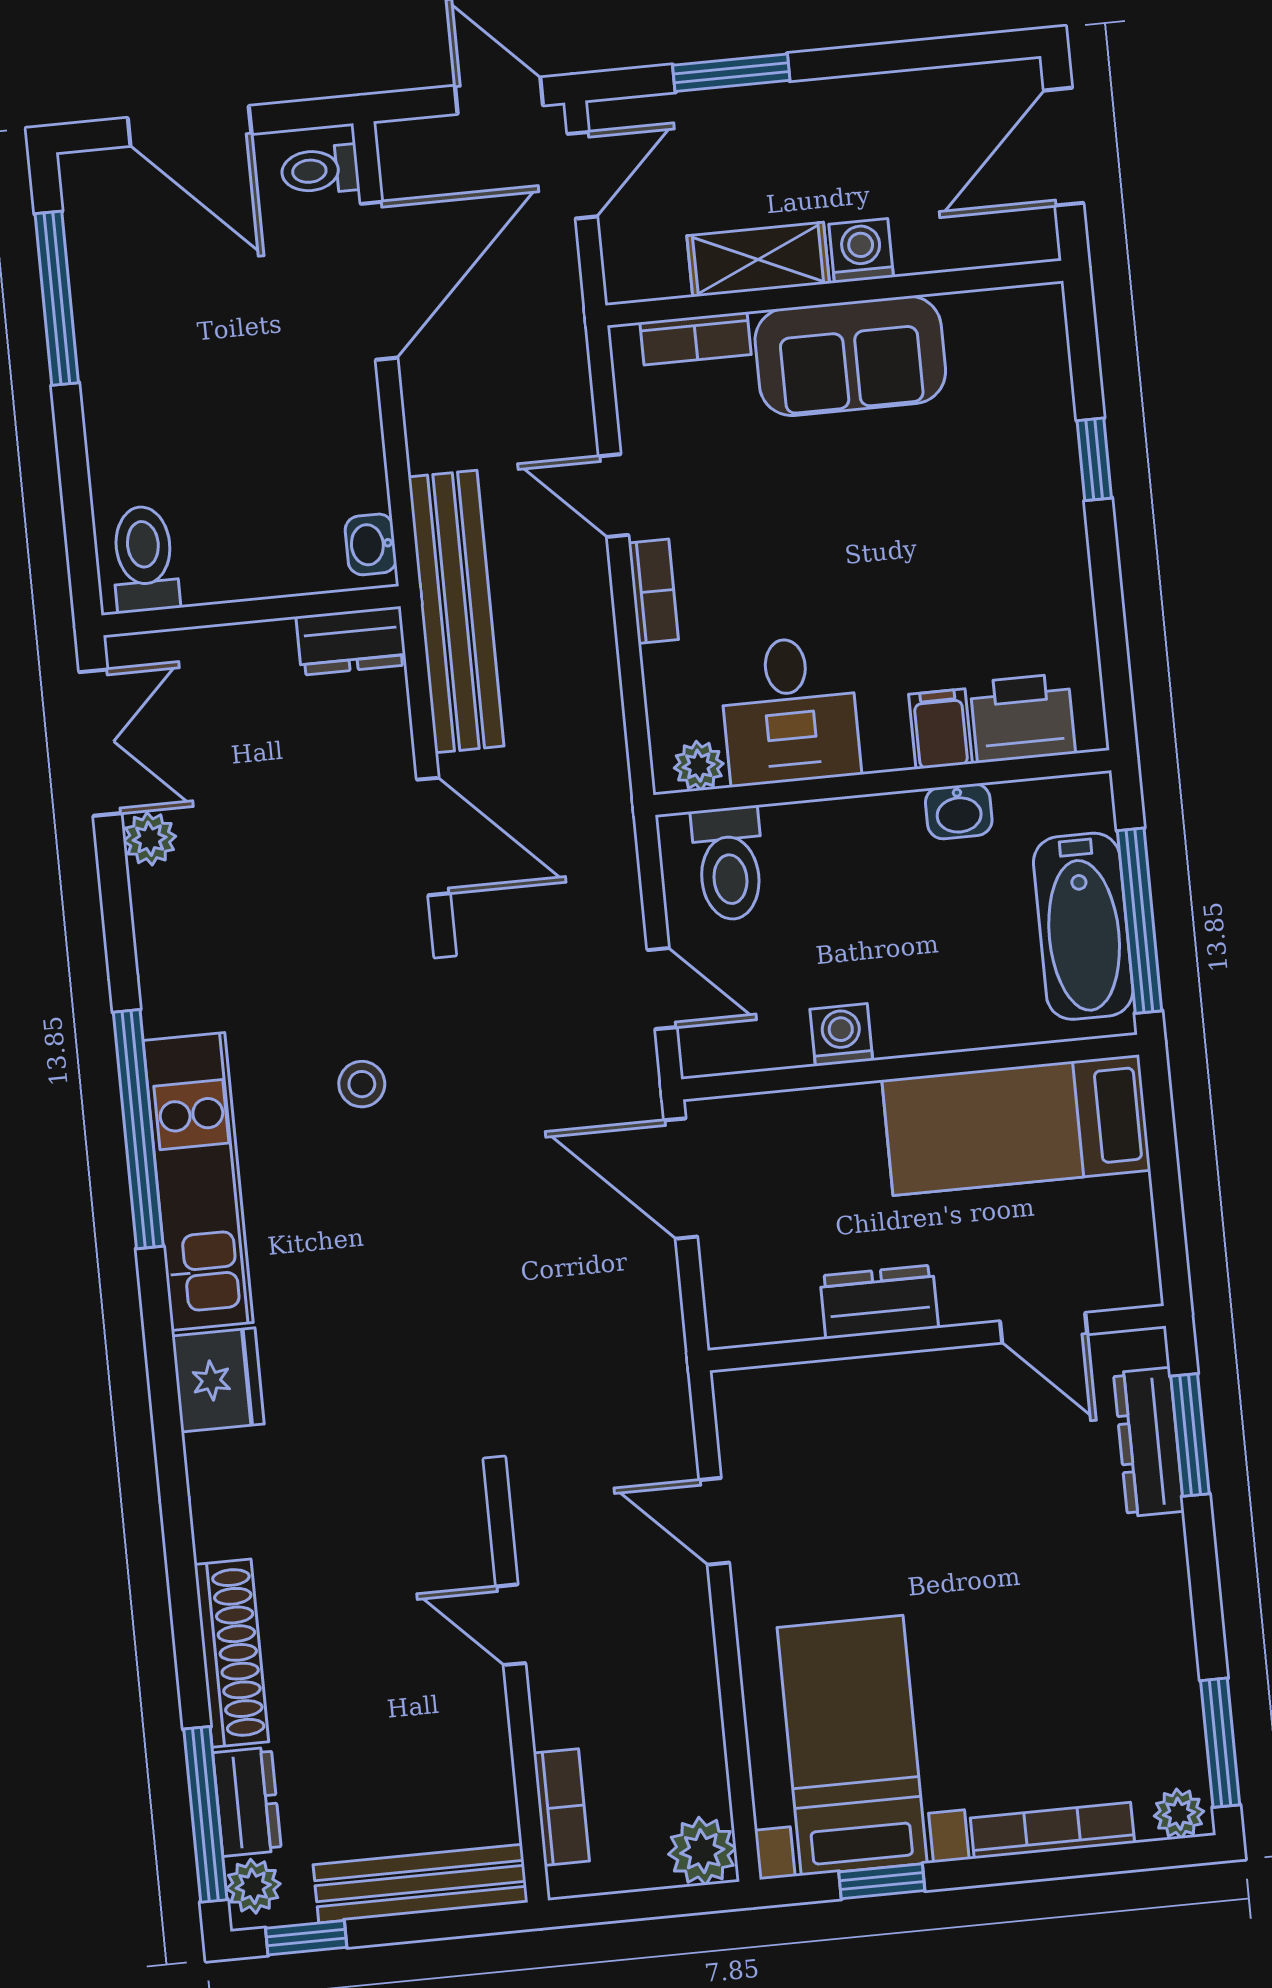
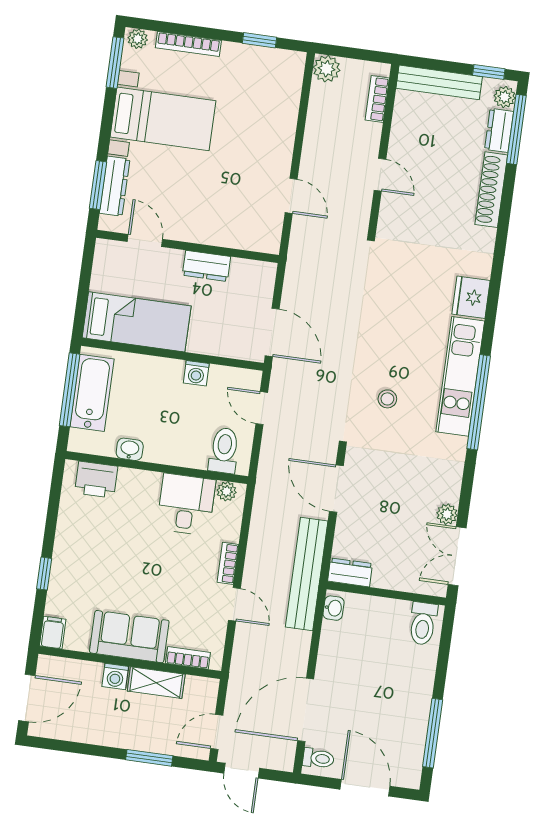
filing cabinet: (940, 729) -> (53, 633), moved, turned 180
bed with nightstands: (852, 1745) -> (163, 119), moved, turned -90

